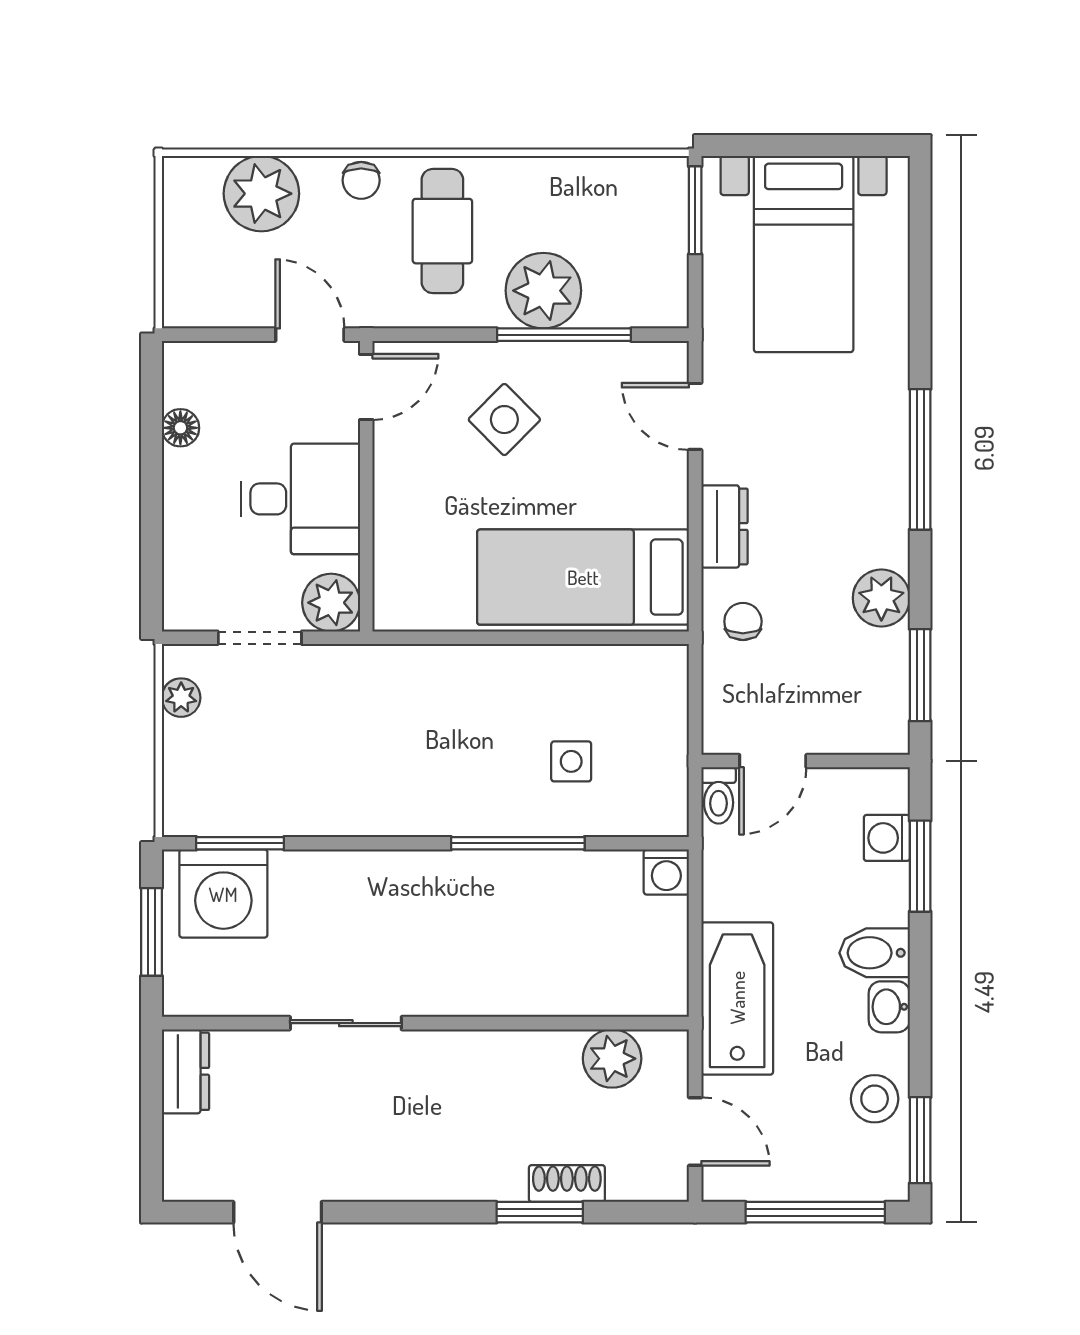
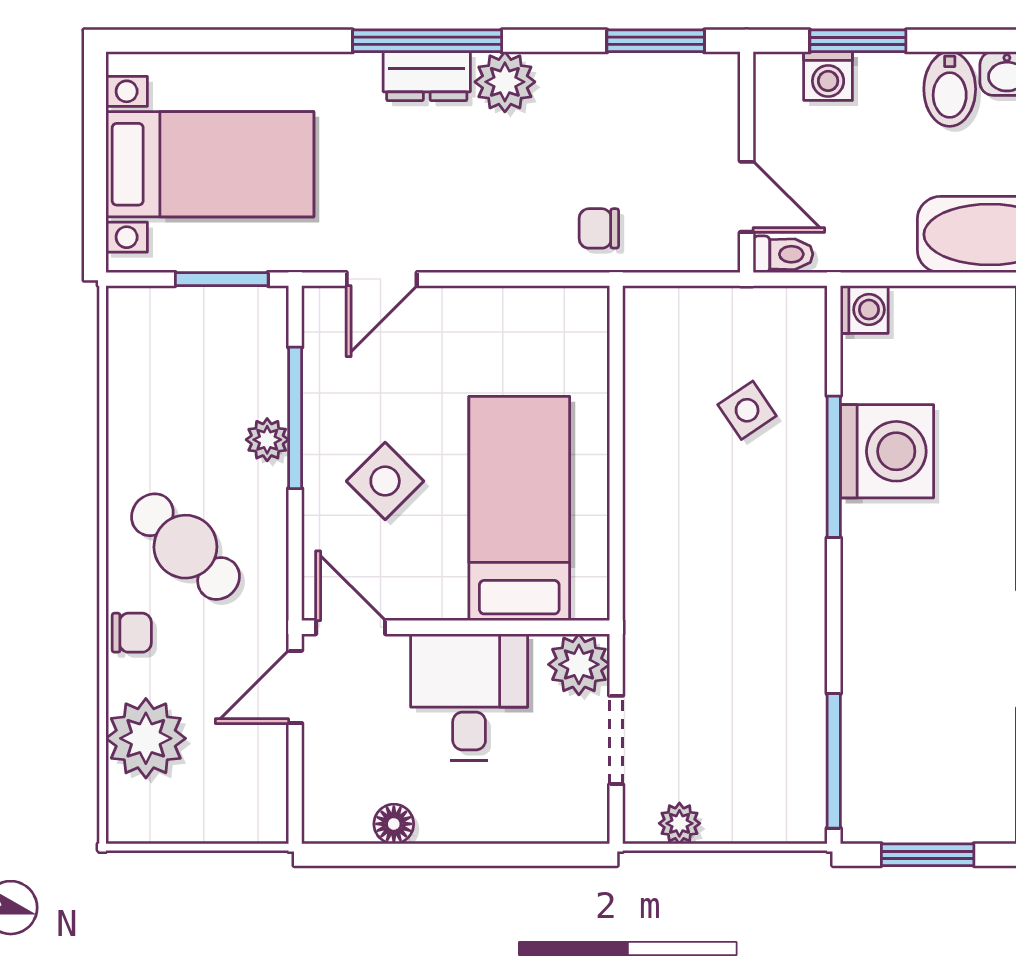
window: (695, 210) -> (222, 279), moved
cafe table: (442, 231) -> (185, 547), turned 44
plant: (543, 291) -> (267, 440), width x0.53, depth x0.53
dresser: (724, 526) -> (427, 76), moved, turned 180
bed: (583, 577) -> (519, 509), moved, turned 180
plant: (881, 598) -> (505, 82), moved
side table: (571, 761) -> (747, 410), turned -34
window: (240, 843) -> (834, 761), width x1.44
washing machine: (223, 894) -> (887, 451), moved

